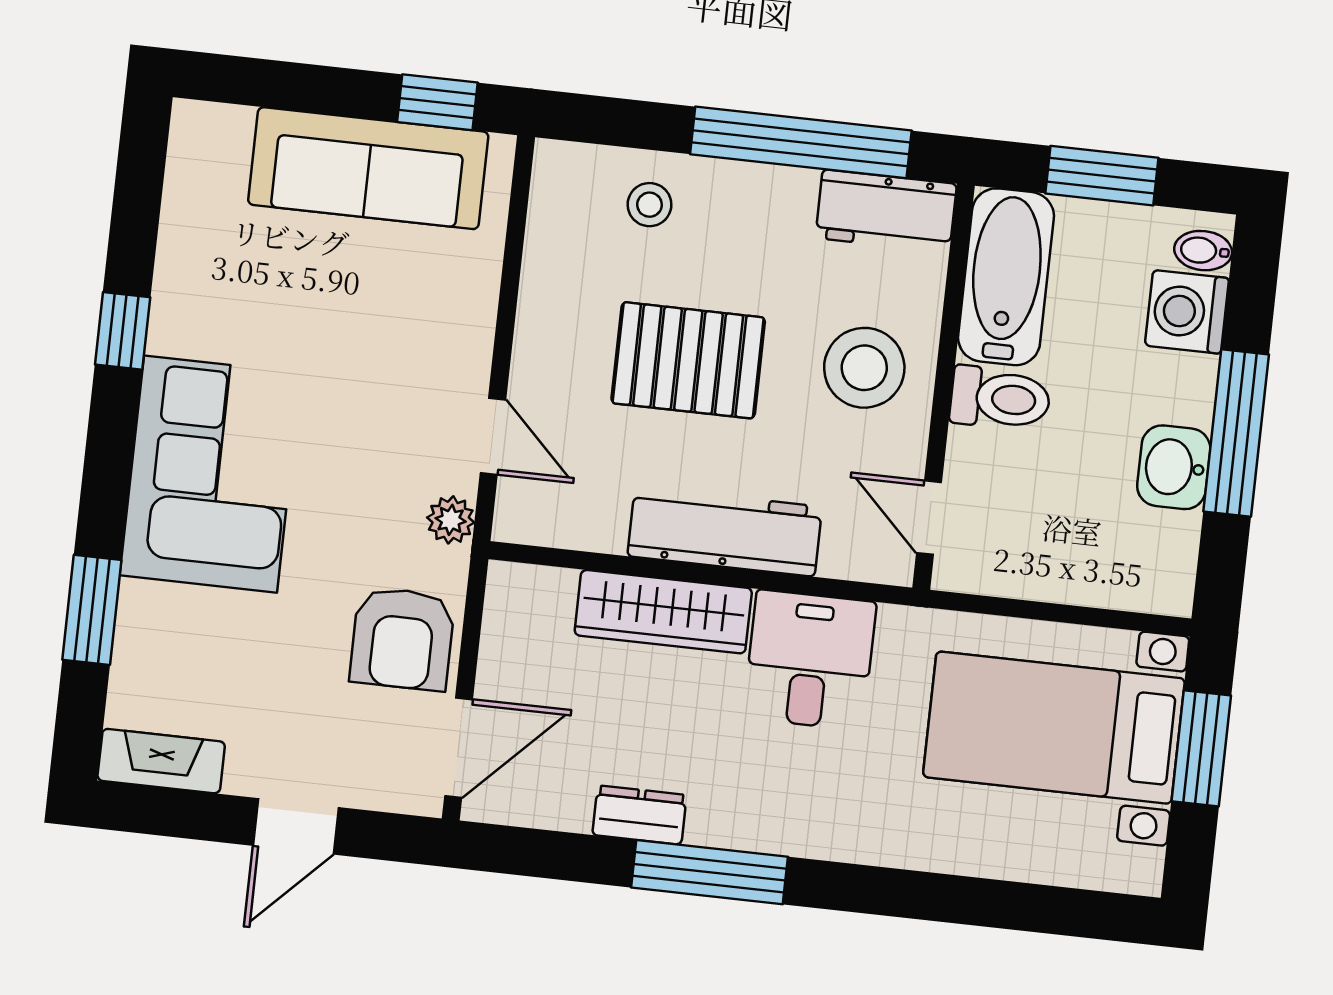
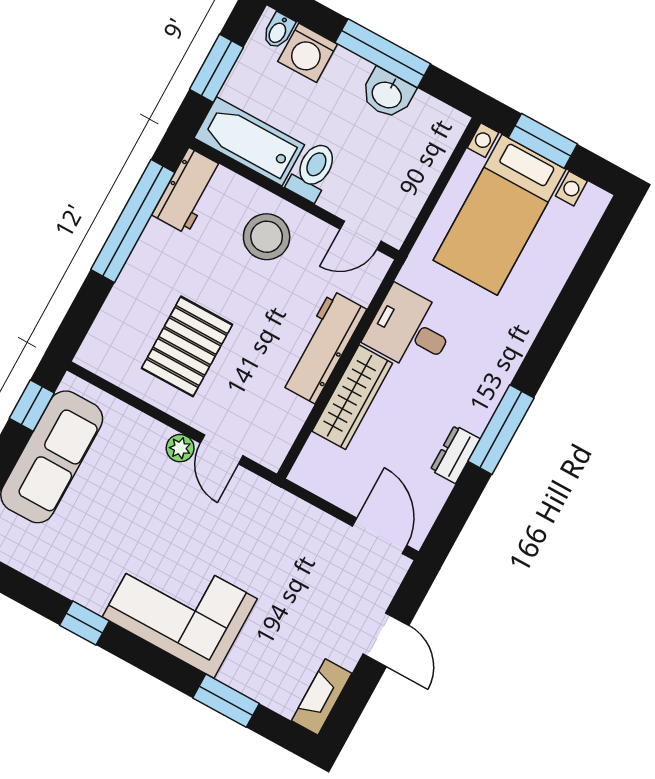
stool: (650, 205) -> (133, 315), removed
pallet: (688, 360) -> (187, 346), moved
door: (493, 436) -> (222, 449), swing flipped
plant: (451, 520) -> (180, 448), moved
armchair: (402, 639) -> (309, 542), removed

